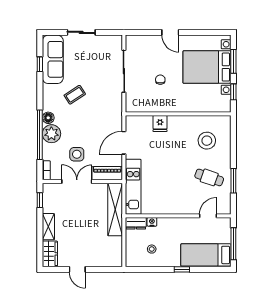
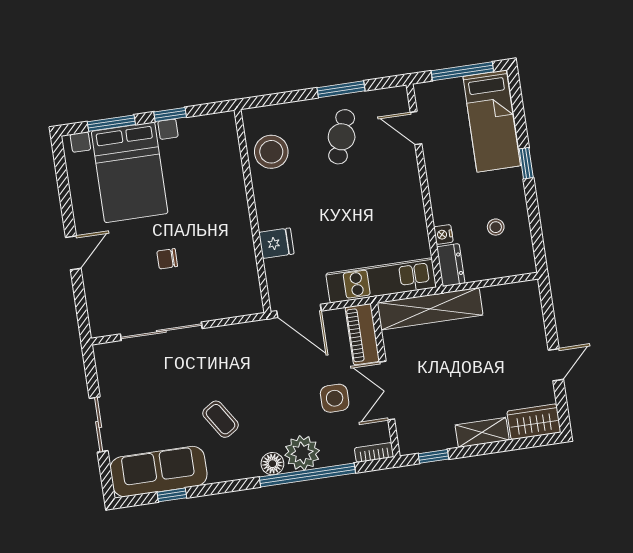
wall: (178, 114) -> (252, 211), moved
fridge: (160, 124) -> (276, 243), moved

